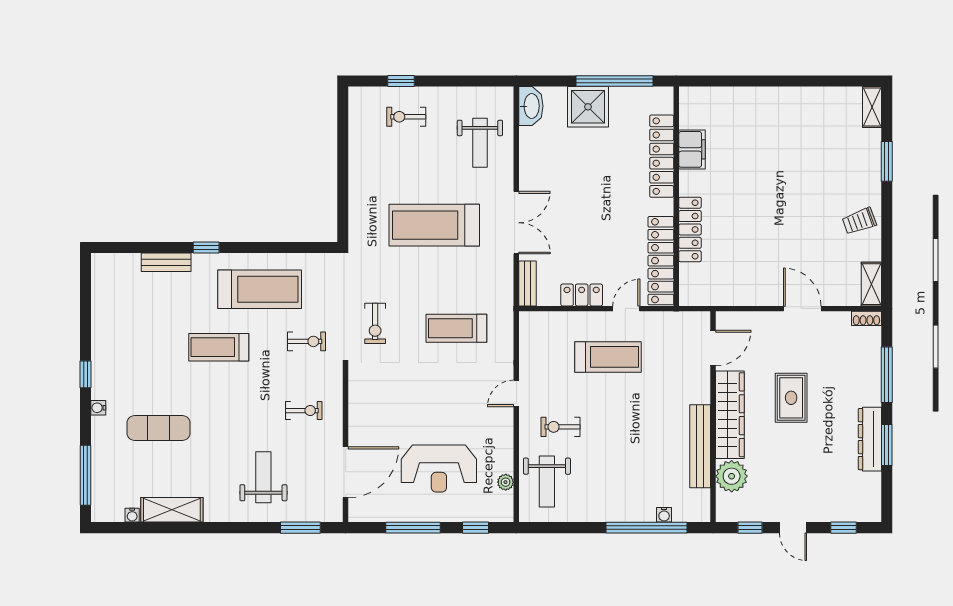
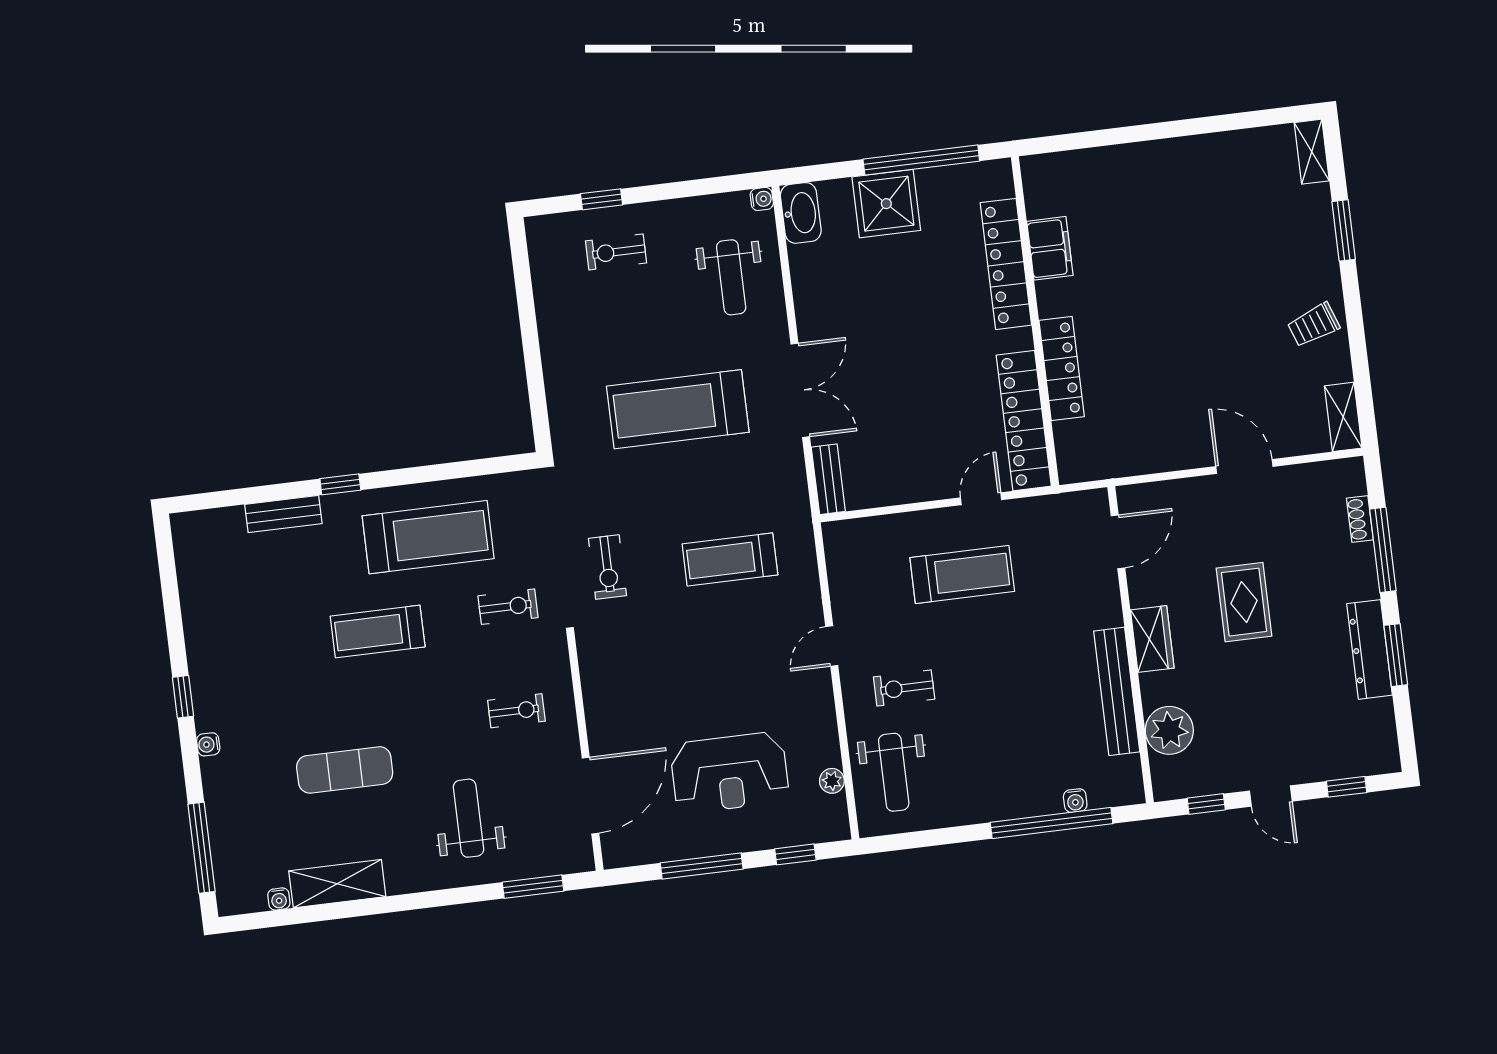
water cooler: (506, 94) -> (762, 199), added
locker: (582, 295) -> (911, 487), removed
shoe rack: (866, 318) -> (1360, 519), moved, turned 90
wardrobe: (730, 415) -> (1152, 639), width x0.48, depth x0.85
exercise mat: (159, 428) -> (345, 770), moved

